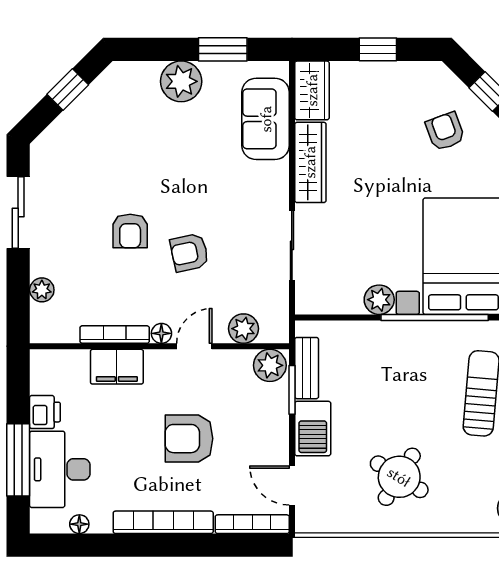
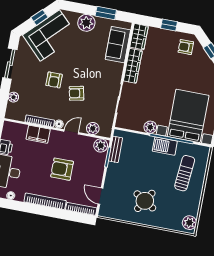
corner sofa: (100, 128) -> (50, 36), added
armchair: (445, 131) -> (186, 47), moved, turned -70
barbecue: (313, 429) -> (165, 146), moved, turned 90

